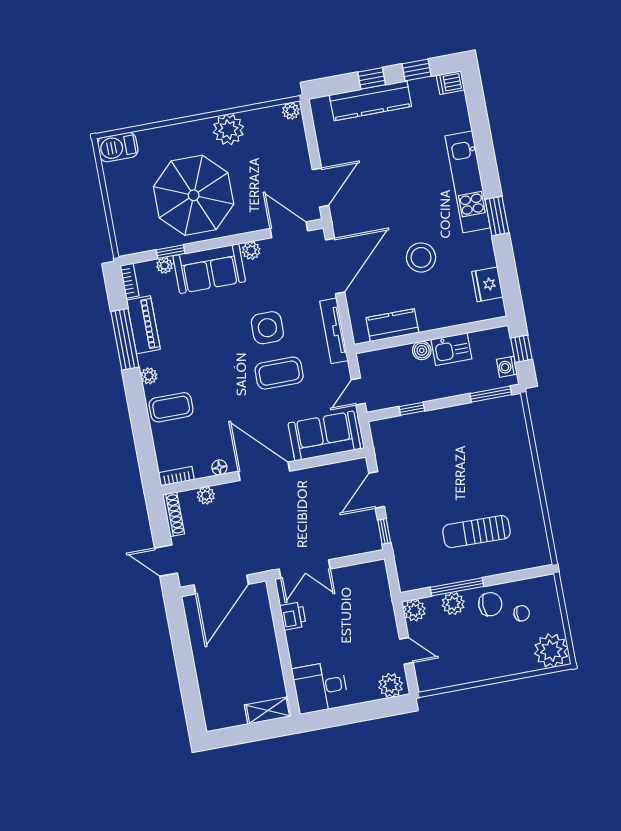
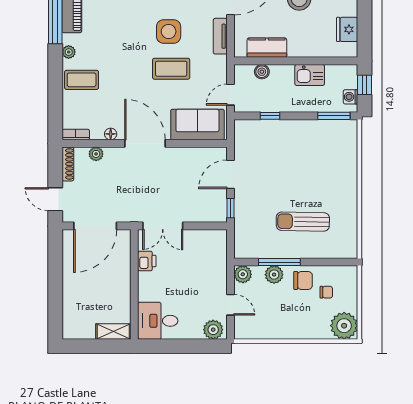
tv unit: (334, 331) -> (220, 36), width x0.71
boiler: (422, 350) -> (262, 72), moved

